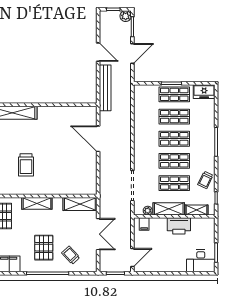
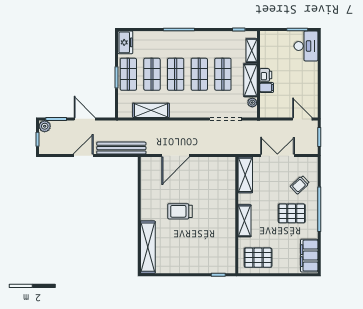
shelving: (140, 116) -> (151, 110), added
trolley: (26, 165) -> (180, 211), moved, turned 180
trolley: (205, 180) -> (220, 41), removed
filing cabinet: (144, 224) -> (267, 88), moved
printer: (179, 226) -> (266, 75), width x0.53, depth x0.68

